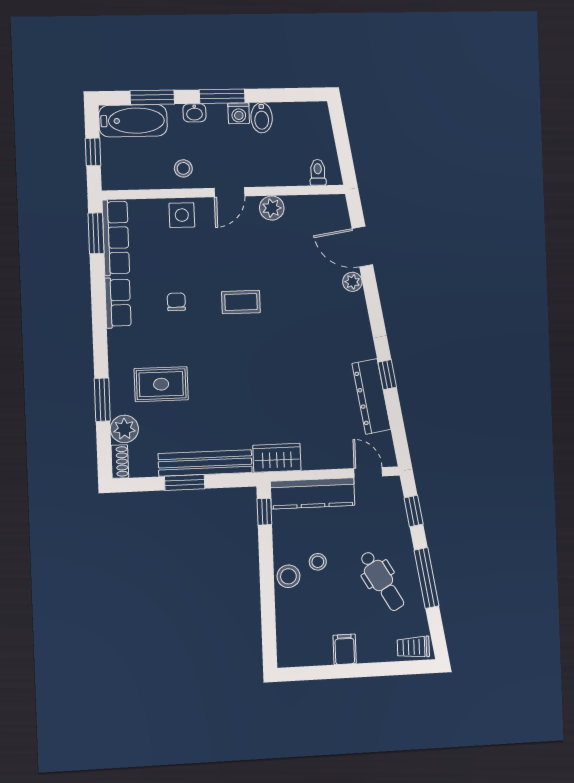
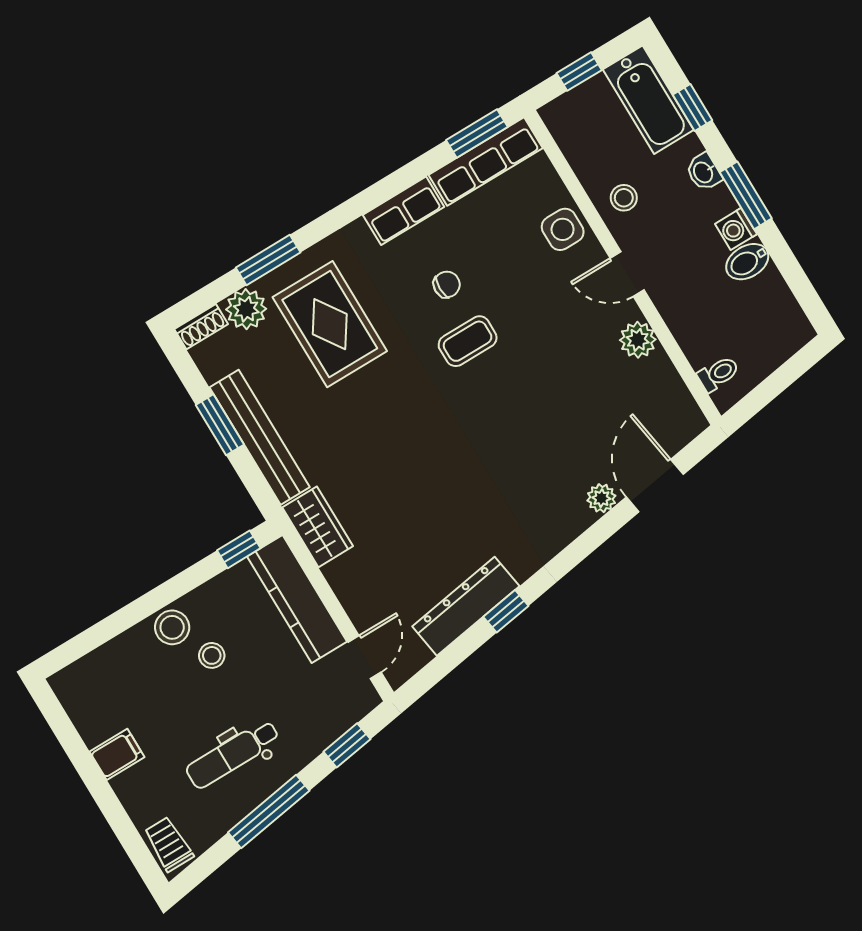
window: (152, 97) -> (693, 107), width x0.67
coffee table: (241, 302) -> (468, 341), moved, turned 90
rug: (161, 384) -> (330, 324), width x1.36, depth x1.43
dental chair: (382, 581) -> (233, 754), turned 30

